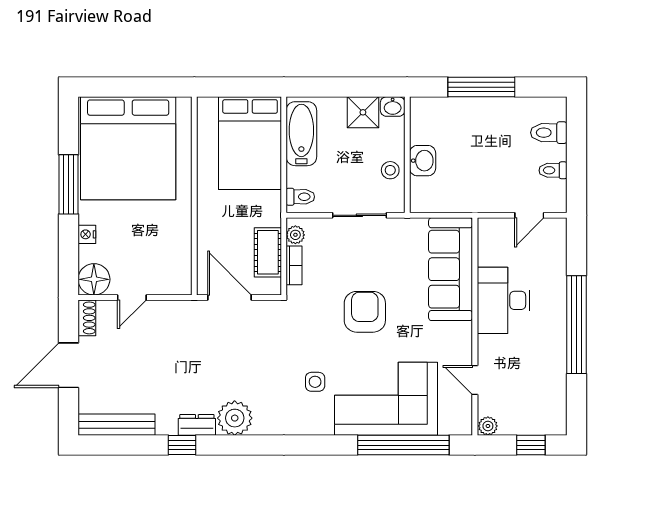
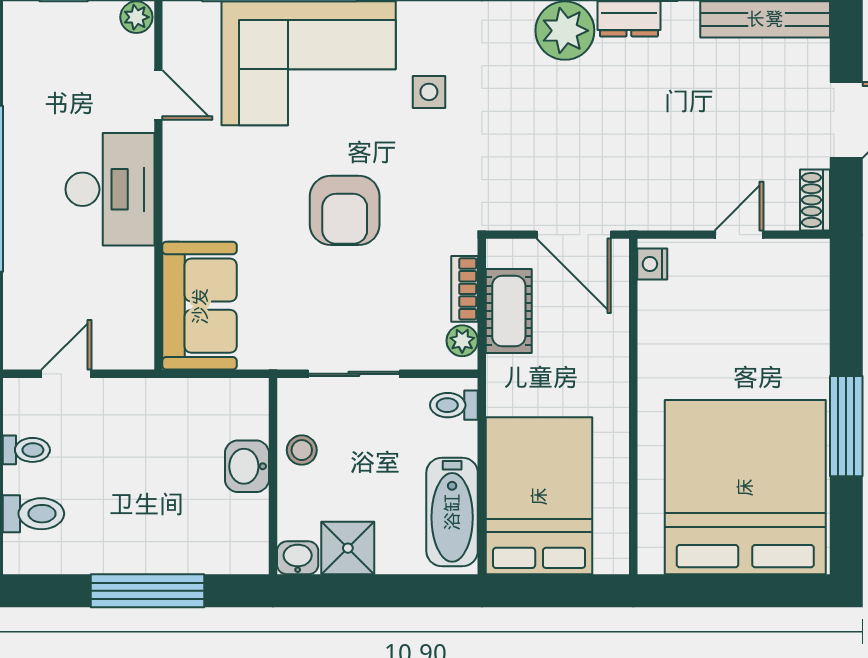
nightstand: (87, 234) -> (652, 264), moved, turned 180
sofa: (451, 269) -> (200, 306), width x0.73
floor lamp: (94, 279) -> (803, 265), removed
desk: (504, 300) -> (110, 189), moved

